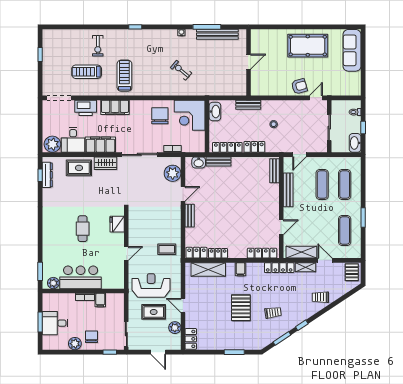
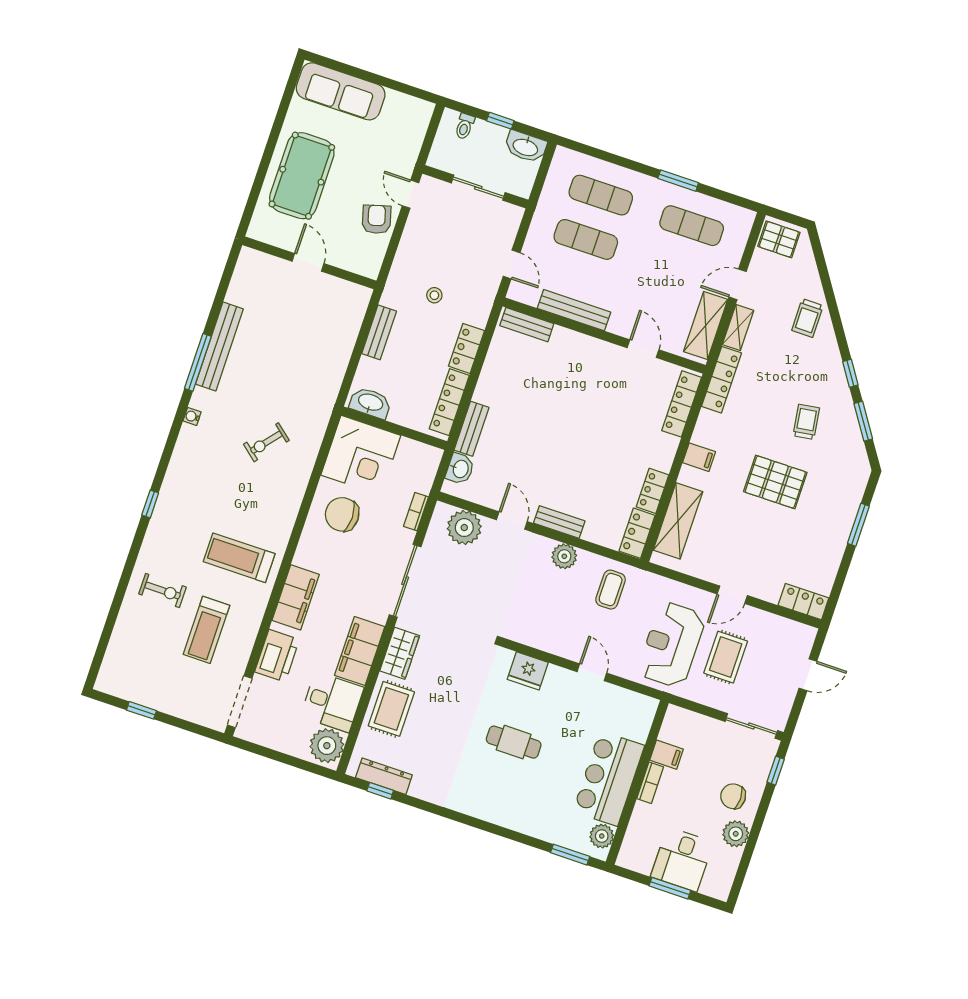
door: (248, 62) -> (308, 262), moved
wall: (248, 62) -> (309, 263), moved
plant: (175, 328) -> (564, 556), moved

